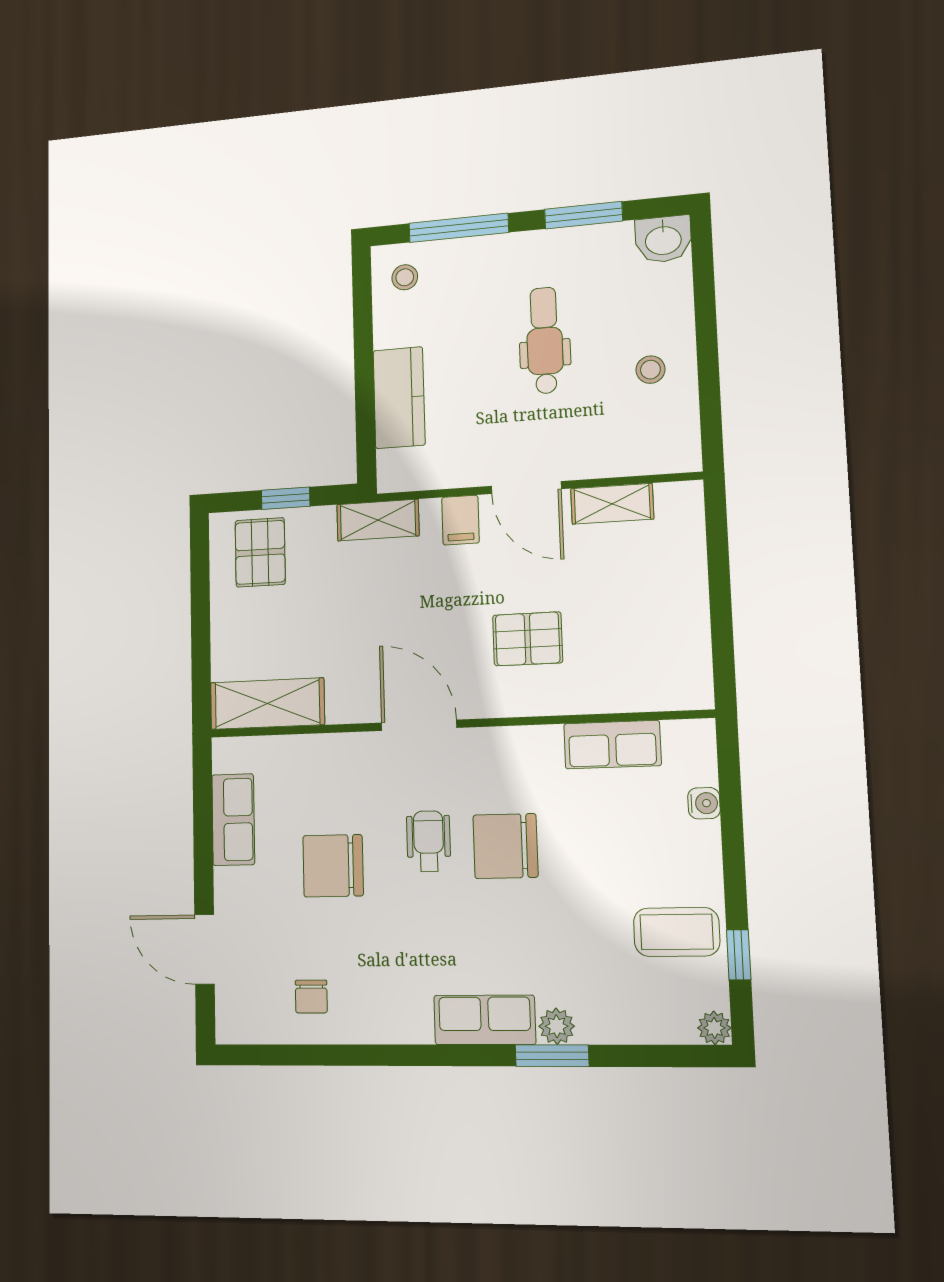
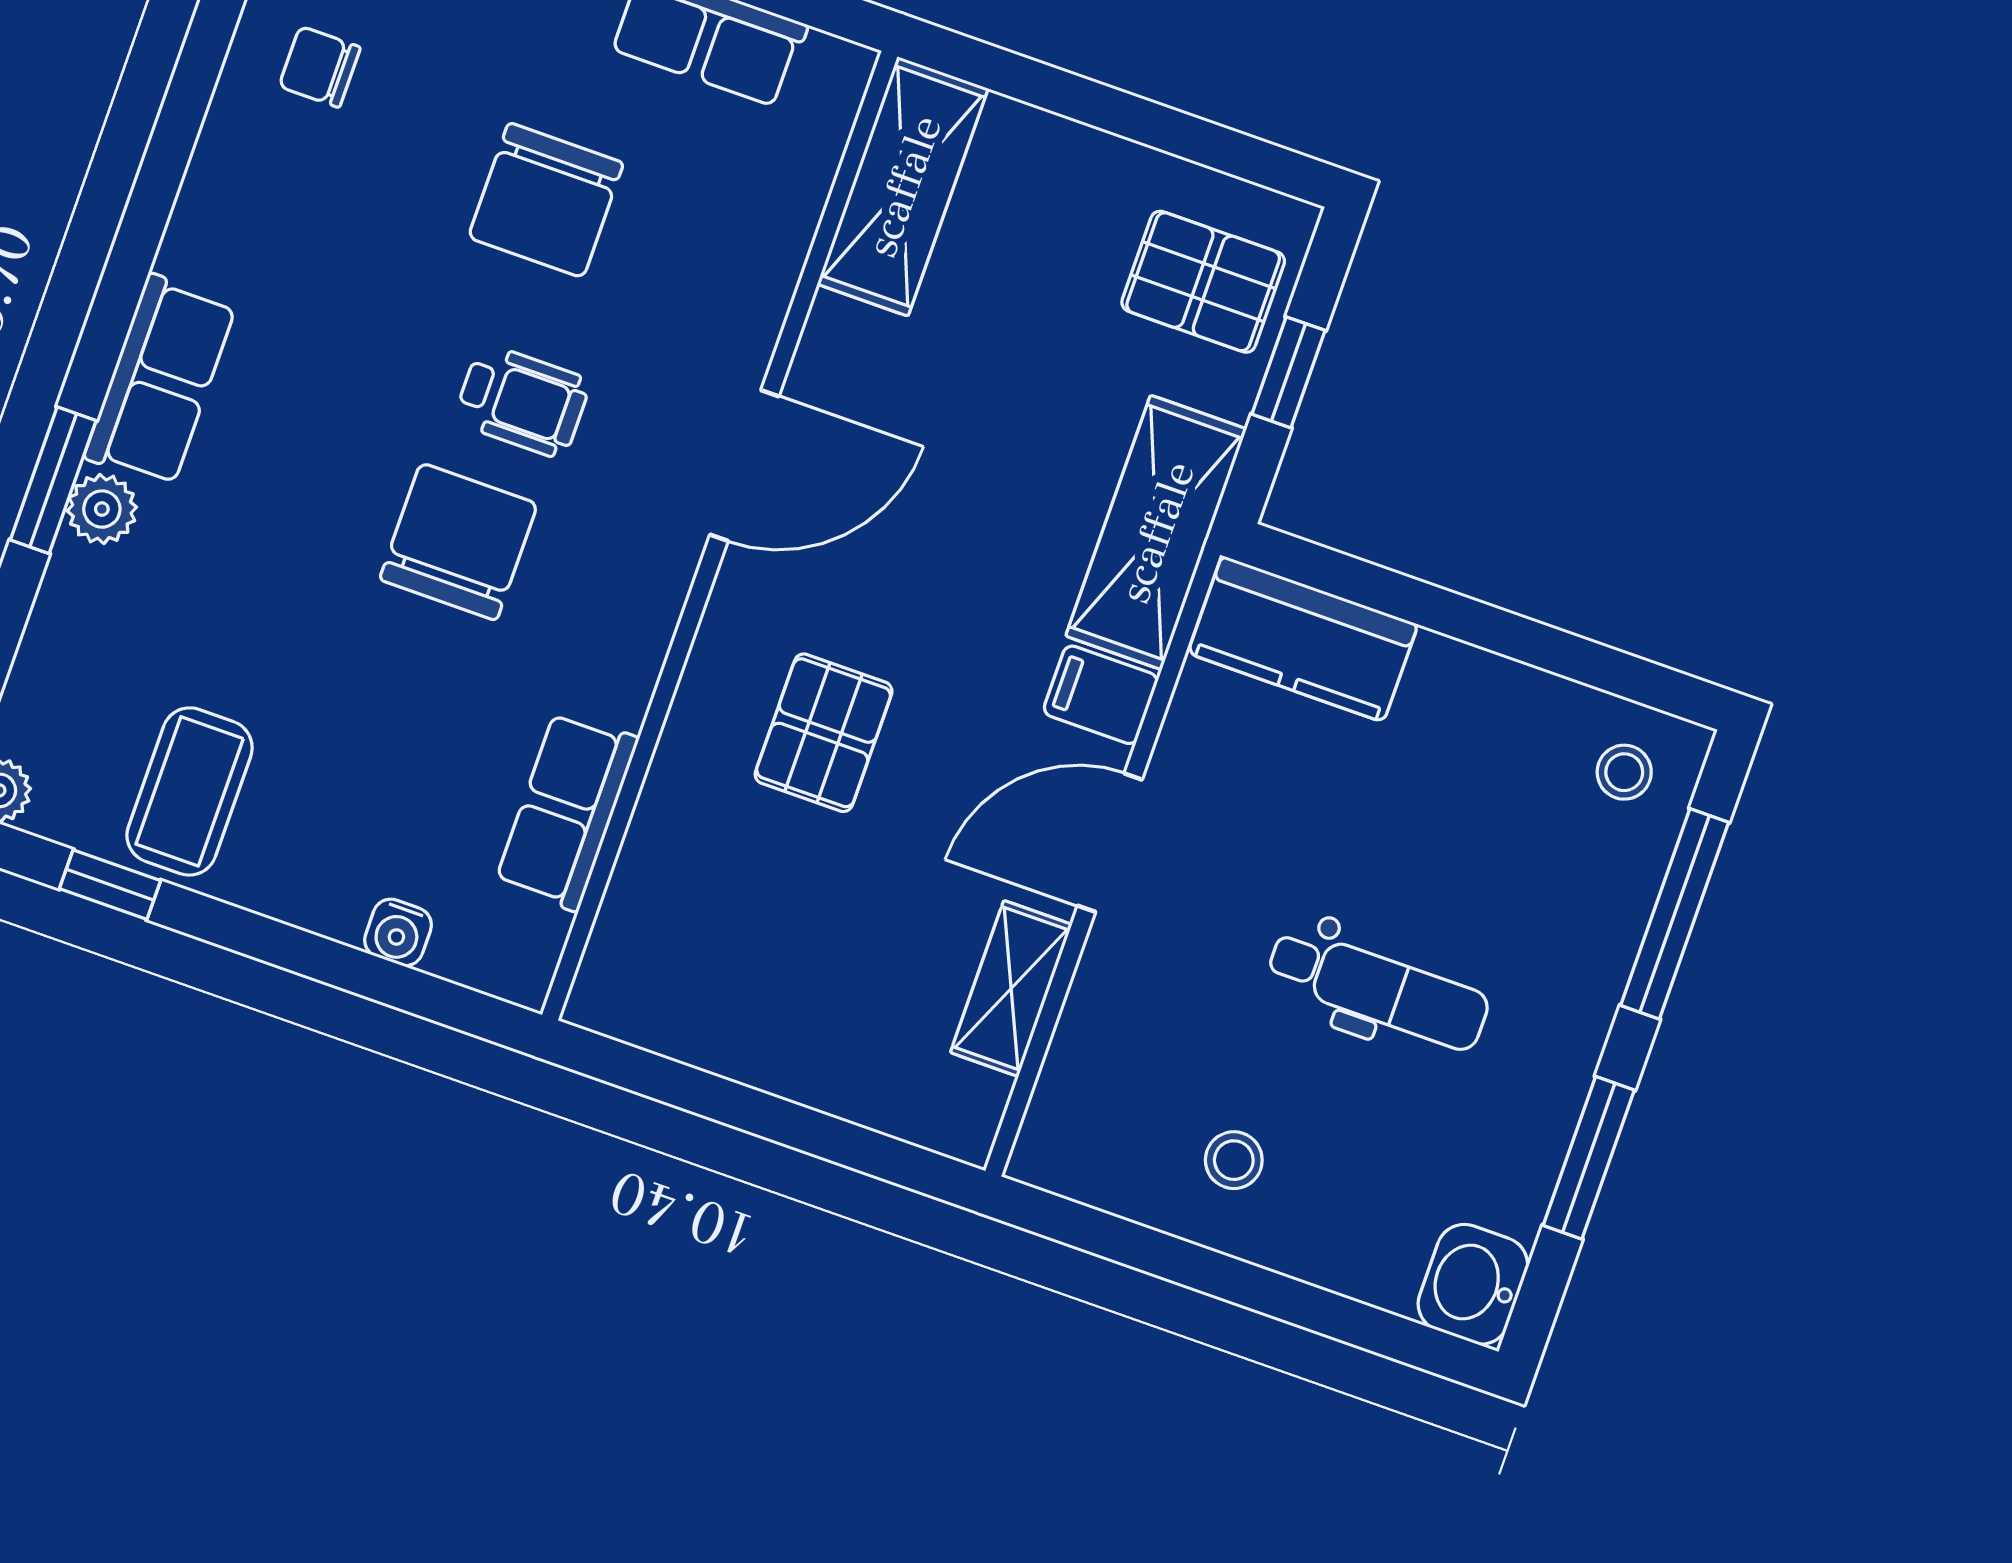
kitchen counter: (399, 398) -> (1303, 639), moved
shelving: (378, 520) -> (1156, 532), width x1.50, depth x1.33
chair: (333, 866) -> (546, 200), turned 180

